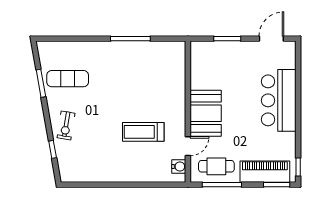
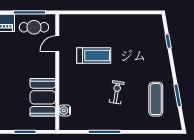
exercise mat: (68, 79) -> (156, 99), turned 90
booth: (206, 113) -> (43, 97), moved
exercise bike: (66, 125) -> (117, 92), moved
water cooler: (179, 167) -> (65, 110), moved

